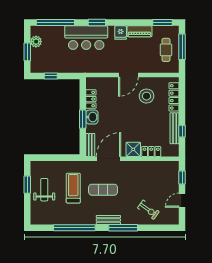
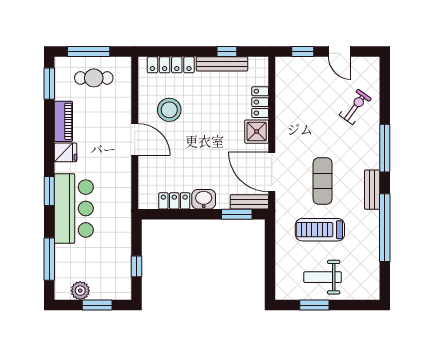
window: (55, 23) -> (49, 259), width x0.68
window: (83, 119) -> (237, 214), moved
bench: (108, 220) -> (372, 190), moved

